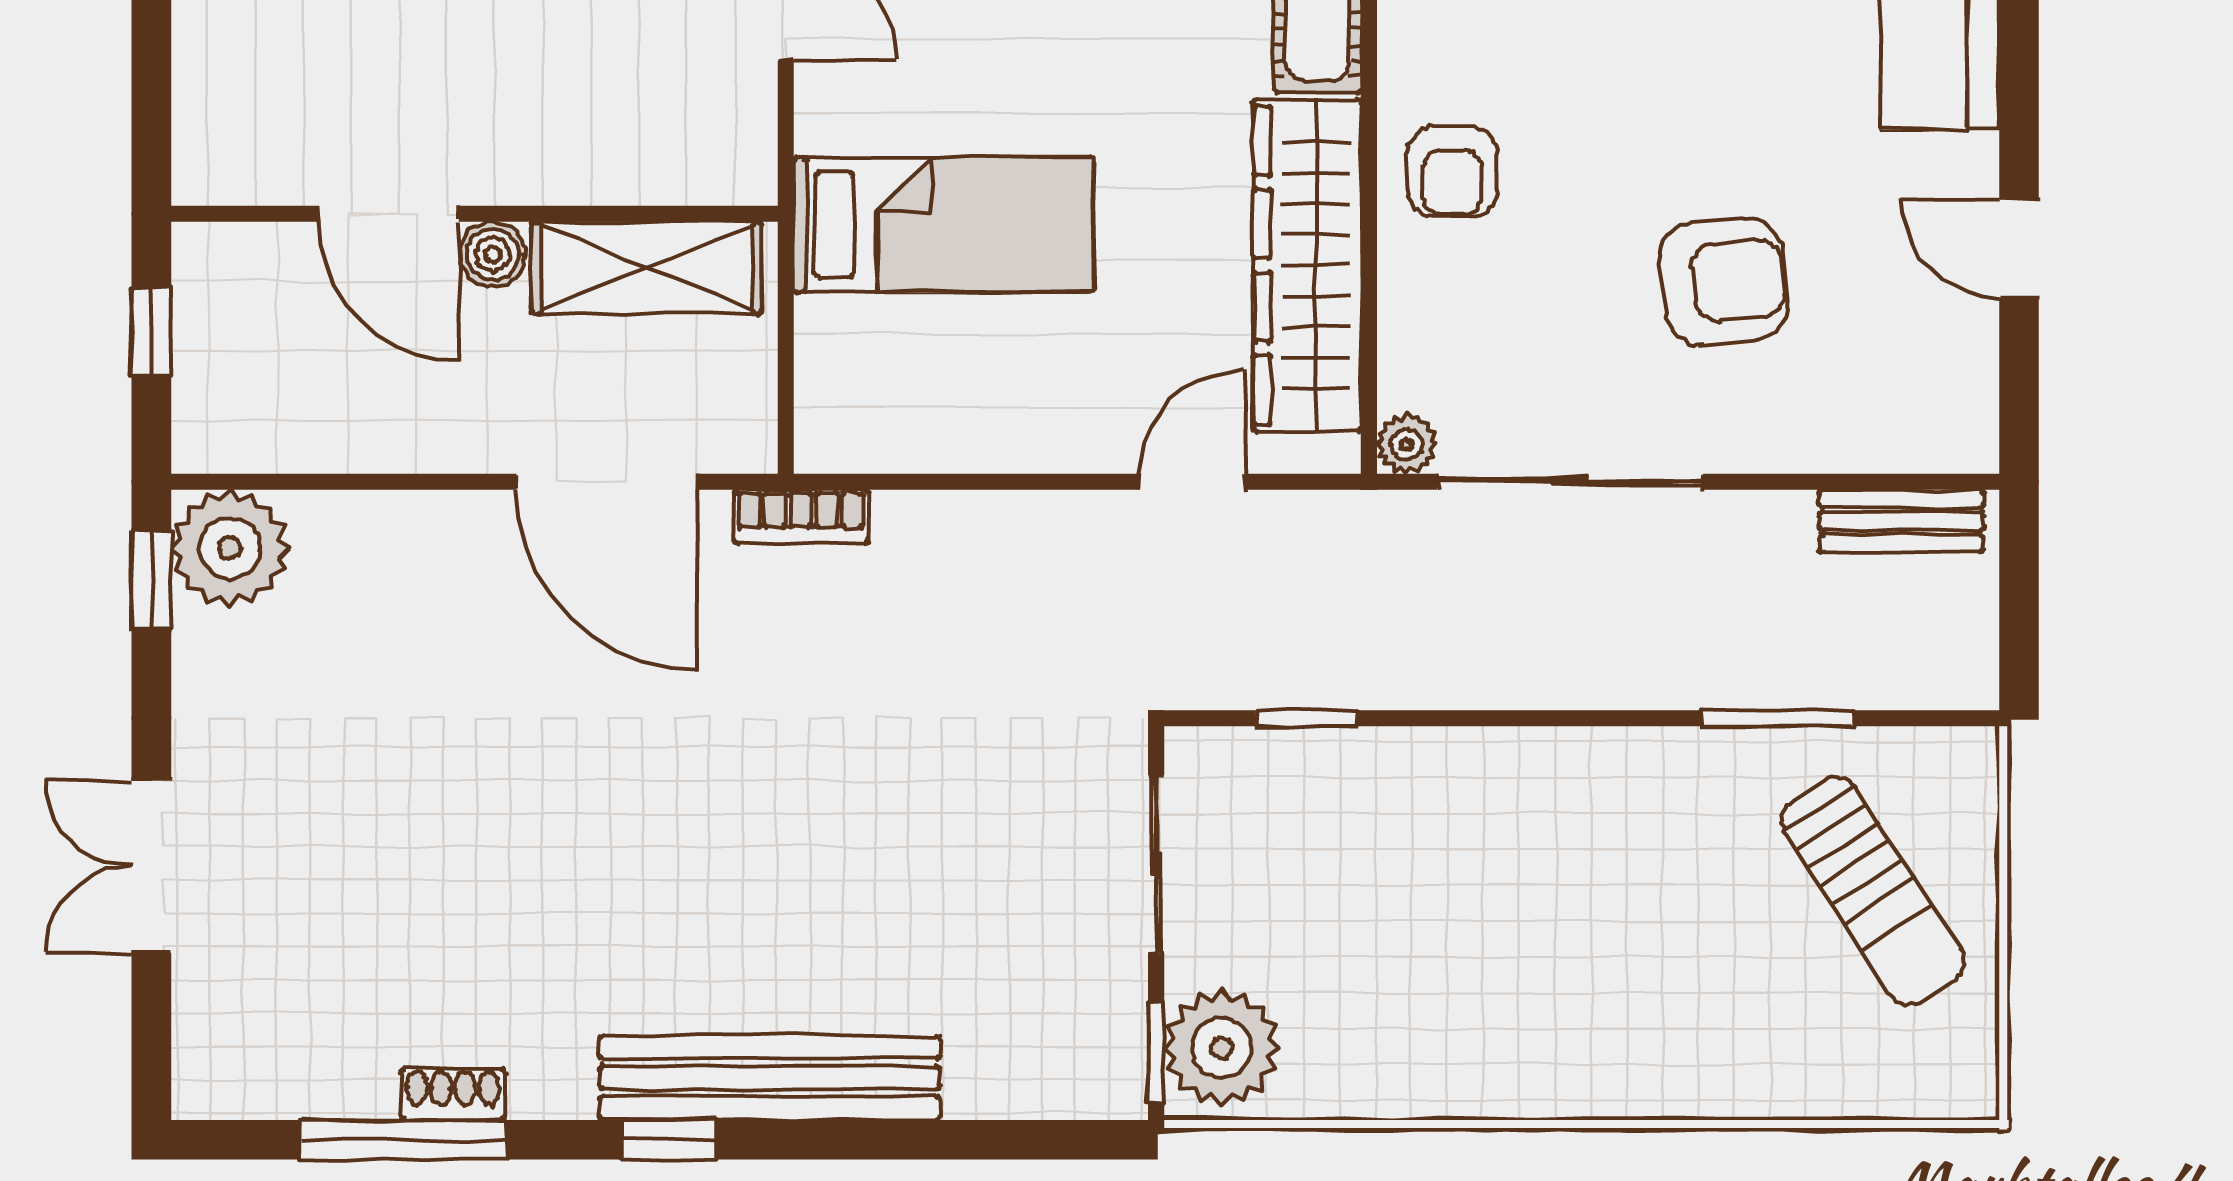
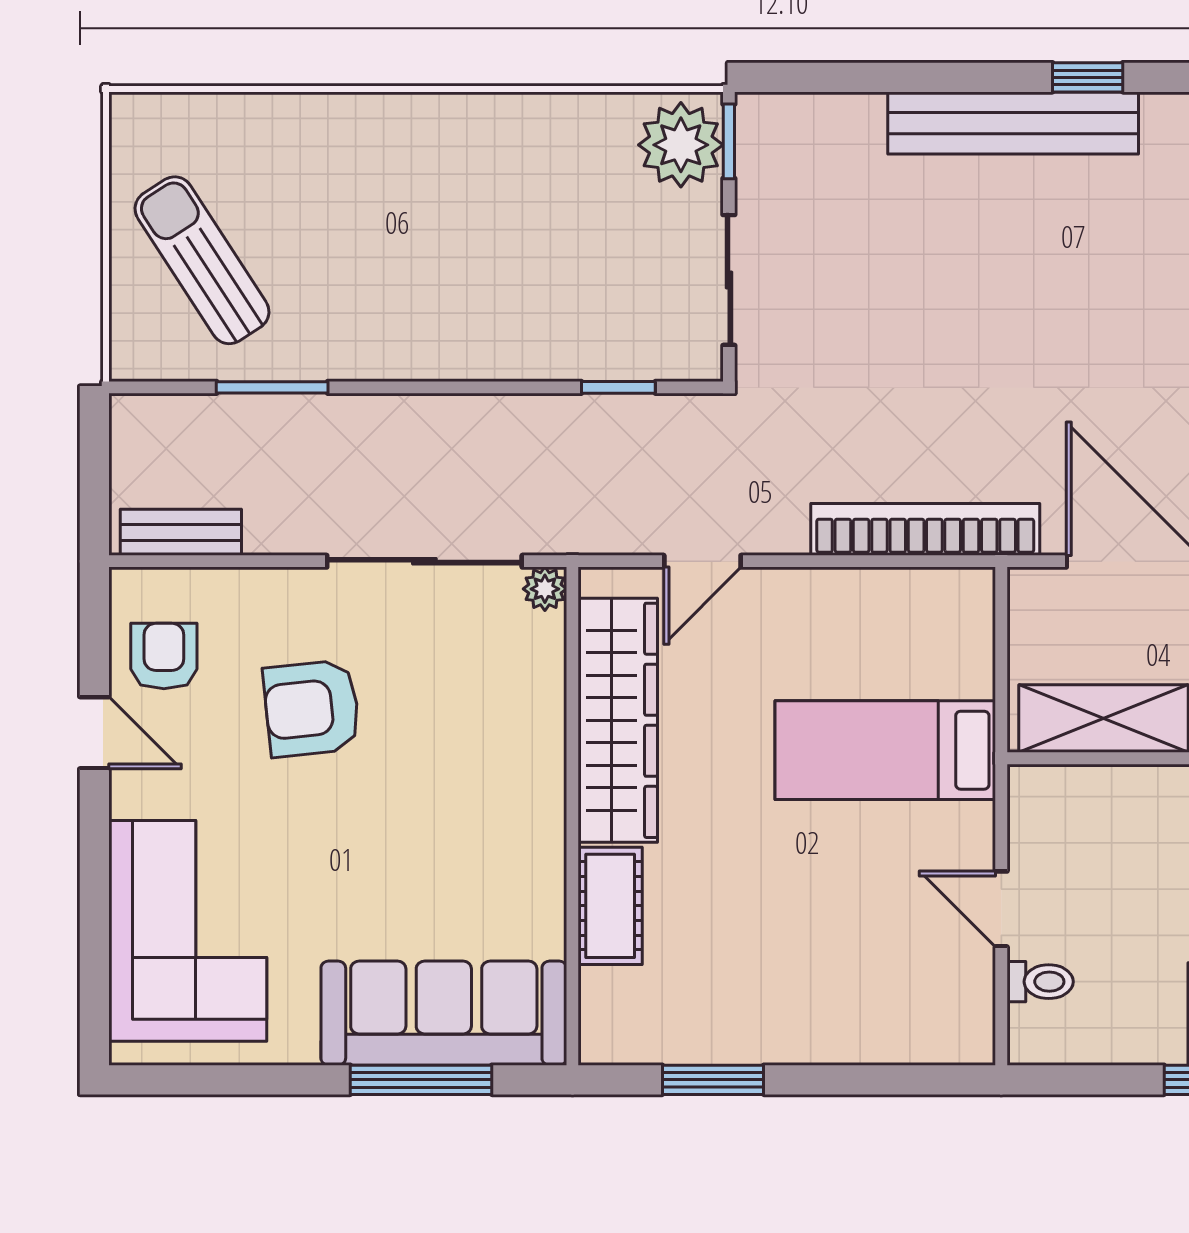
armchair: (1452, 172) -> (164, 656), moved
bookcase: (801, 517) -> (925, 529), width x2.31, depth x1.31

